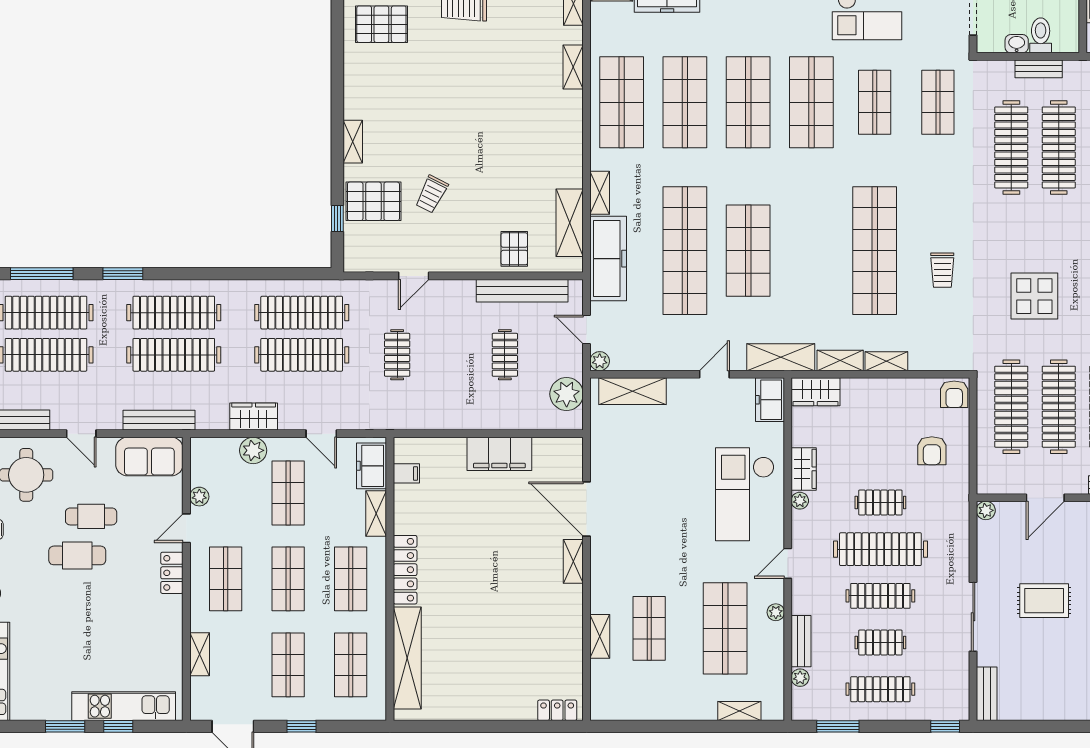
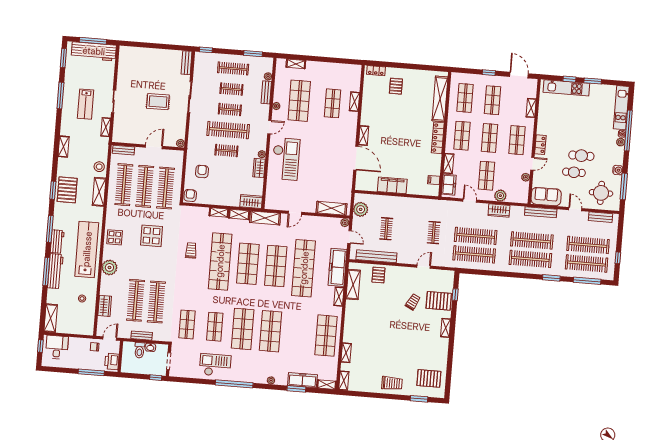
shop shelf: (685, 102) -> (248, 264), moved
freezer: (770, 400) -> (271, 200), removed
clothes rail: (880, 596) -> (230, 110), width x0.73
pallet: (509, 679) -> (396, 86), added

